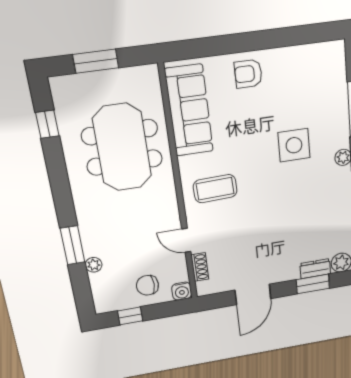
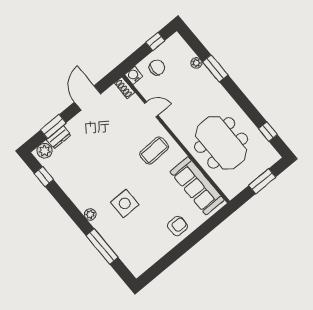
shoe rack: (200, 267) -> (125, 88), moved

